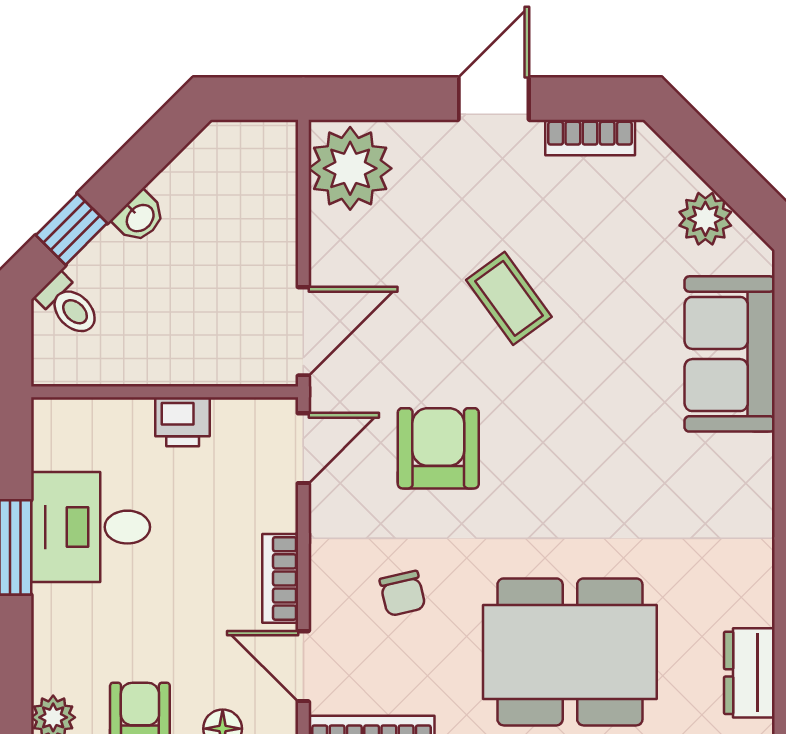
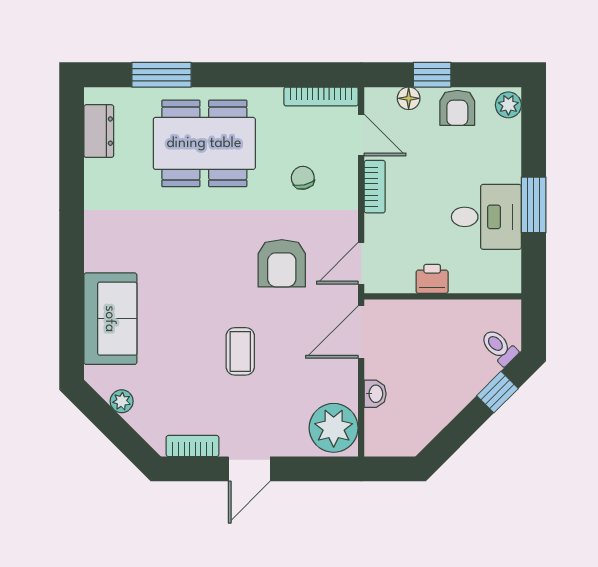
washbasin: (139, 217) -> (375, 394), moved, turned 135
plant: (705, 219) -> (122, 401), width x0.73, depth x0.73
coffee table: (509, 298) -> (240, 351), turned 36

